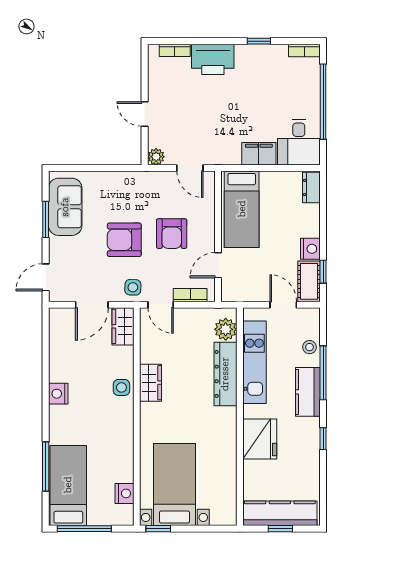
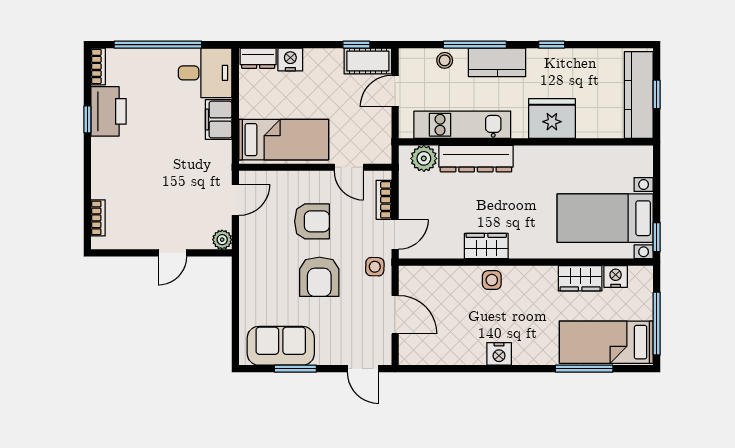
printer: (213, 59) -> (109, 111), moved
nightstand: (310, 249) -> (290, 59), moved
wardrobe: (123, 326) -> (580, 278), moved

